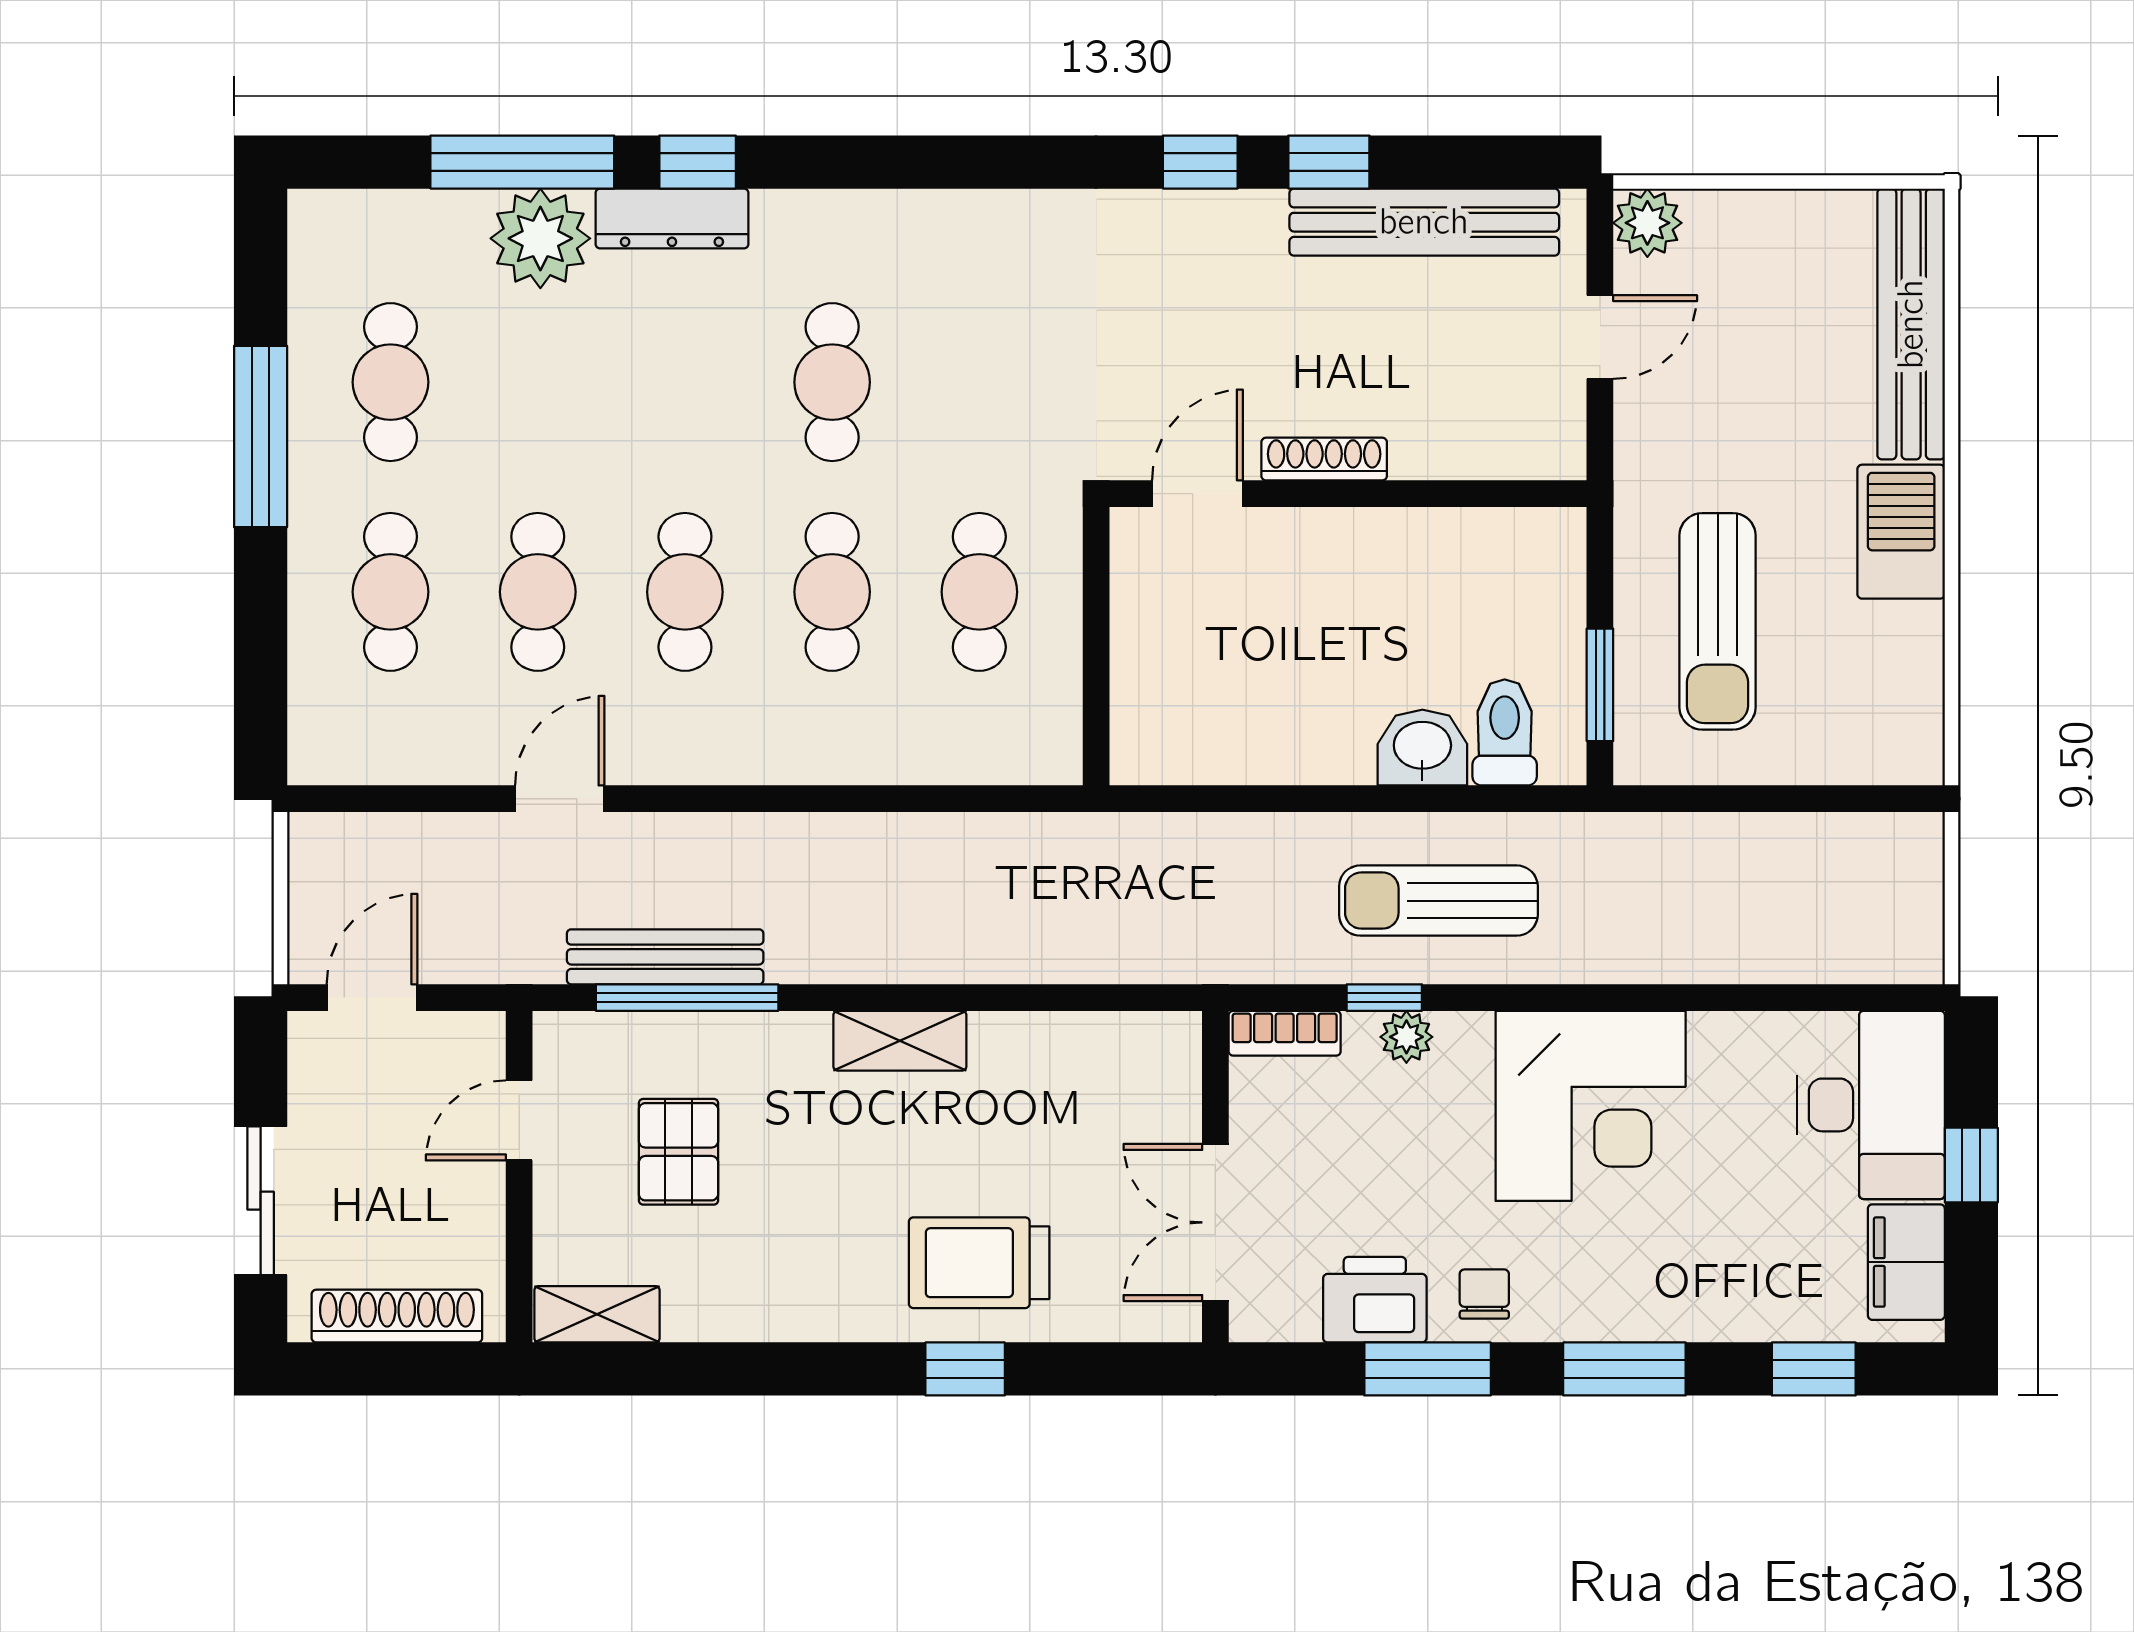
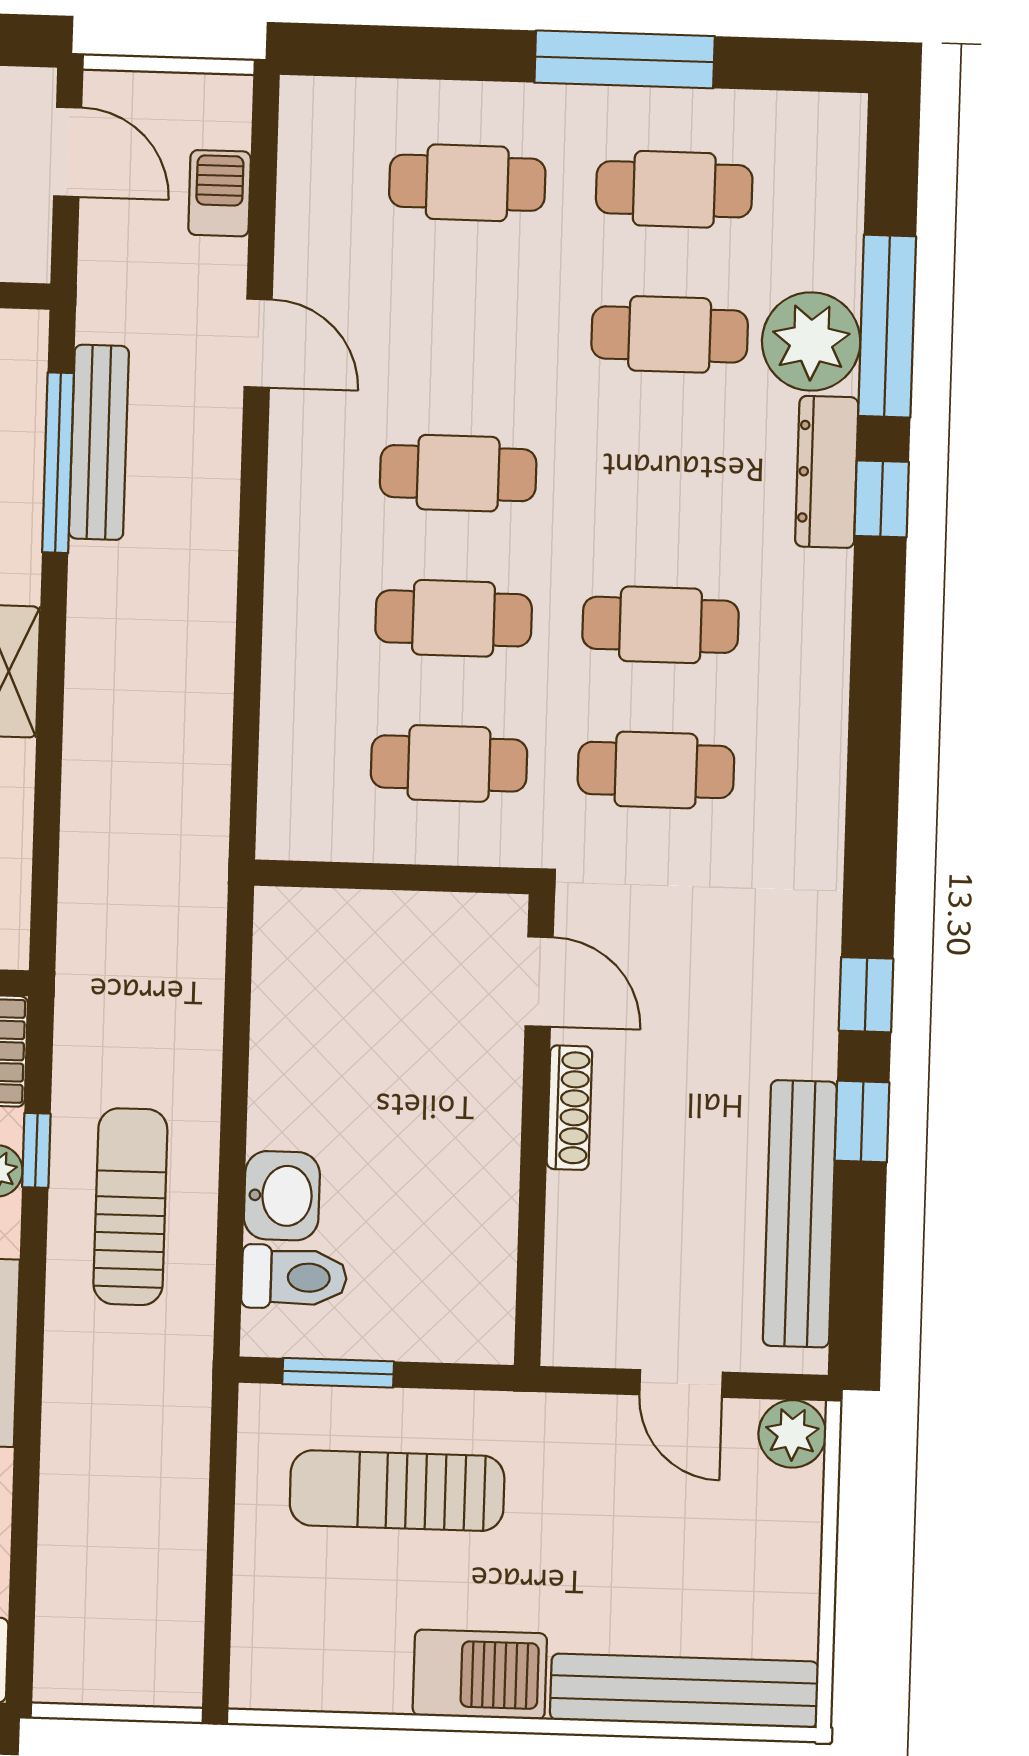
cafe table: (979, 382) -> (656, 770), added
cafe table: (538, 592) -> (670, 334), moved
barbecue: (409, 842) -> (220, 193), added

